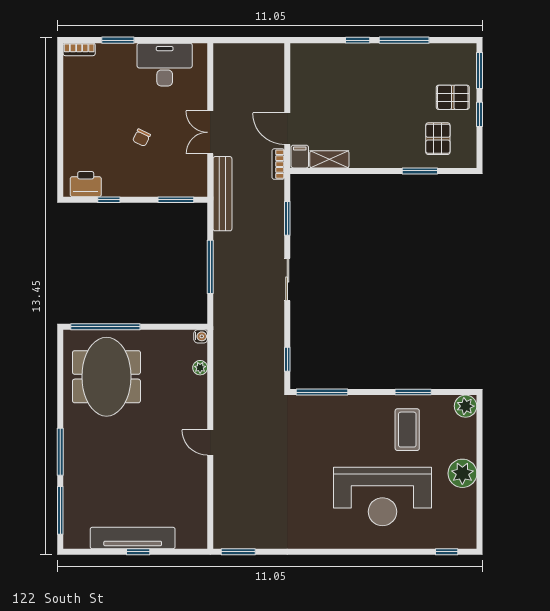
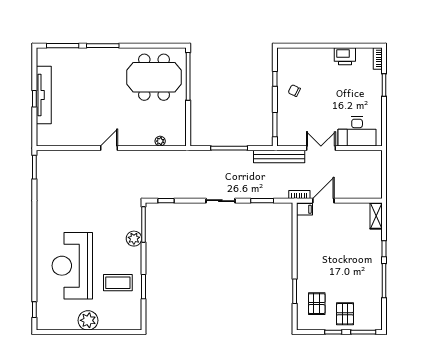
desk: (165, 65) -> (357, 131), moved, turned 90
chair: (142, 138) -> (294, 91), moved
pallet: (438, 139) -> (317, 304), turned 90
shelving: (329, 159) -> (376, 216), moved
printer: (86, 184) -> (345, 56), moved, turned 90
water cooler: (201, 336) -> (182, 142), removed
plant: (466, 406) -> (134, 239), moved

